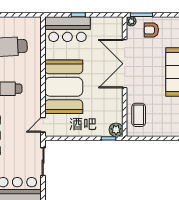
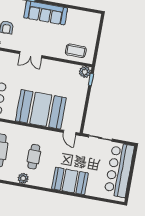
double door: (125, 64) -> (31, 55), width x0.54

